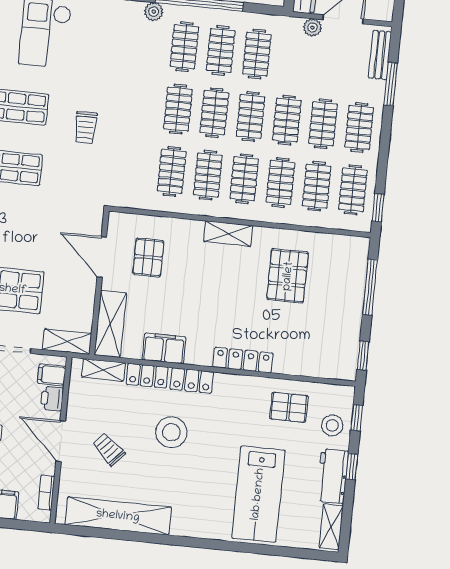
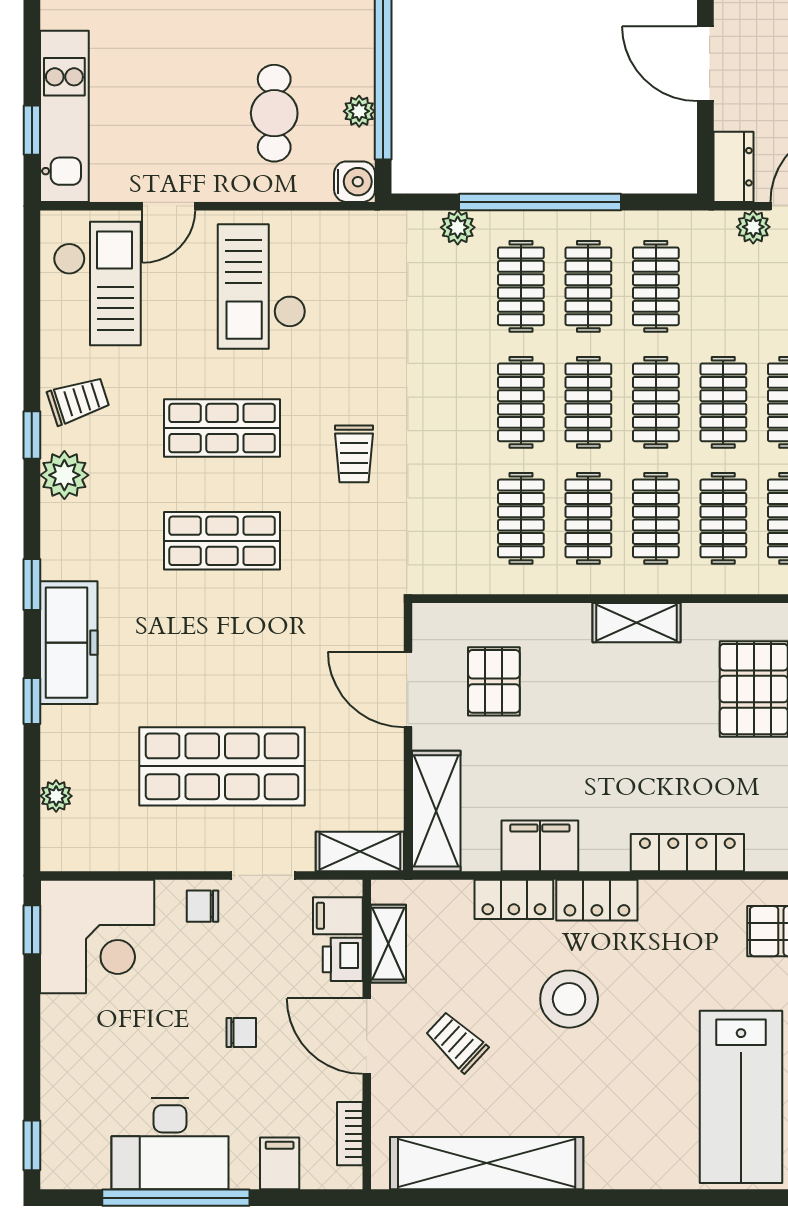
shelving: (104, 370) -> (388, 944), moved, turned 90

